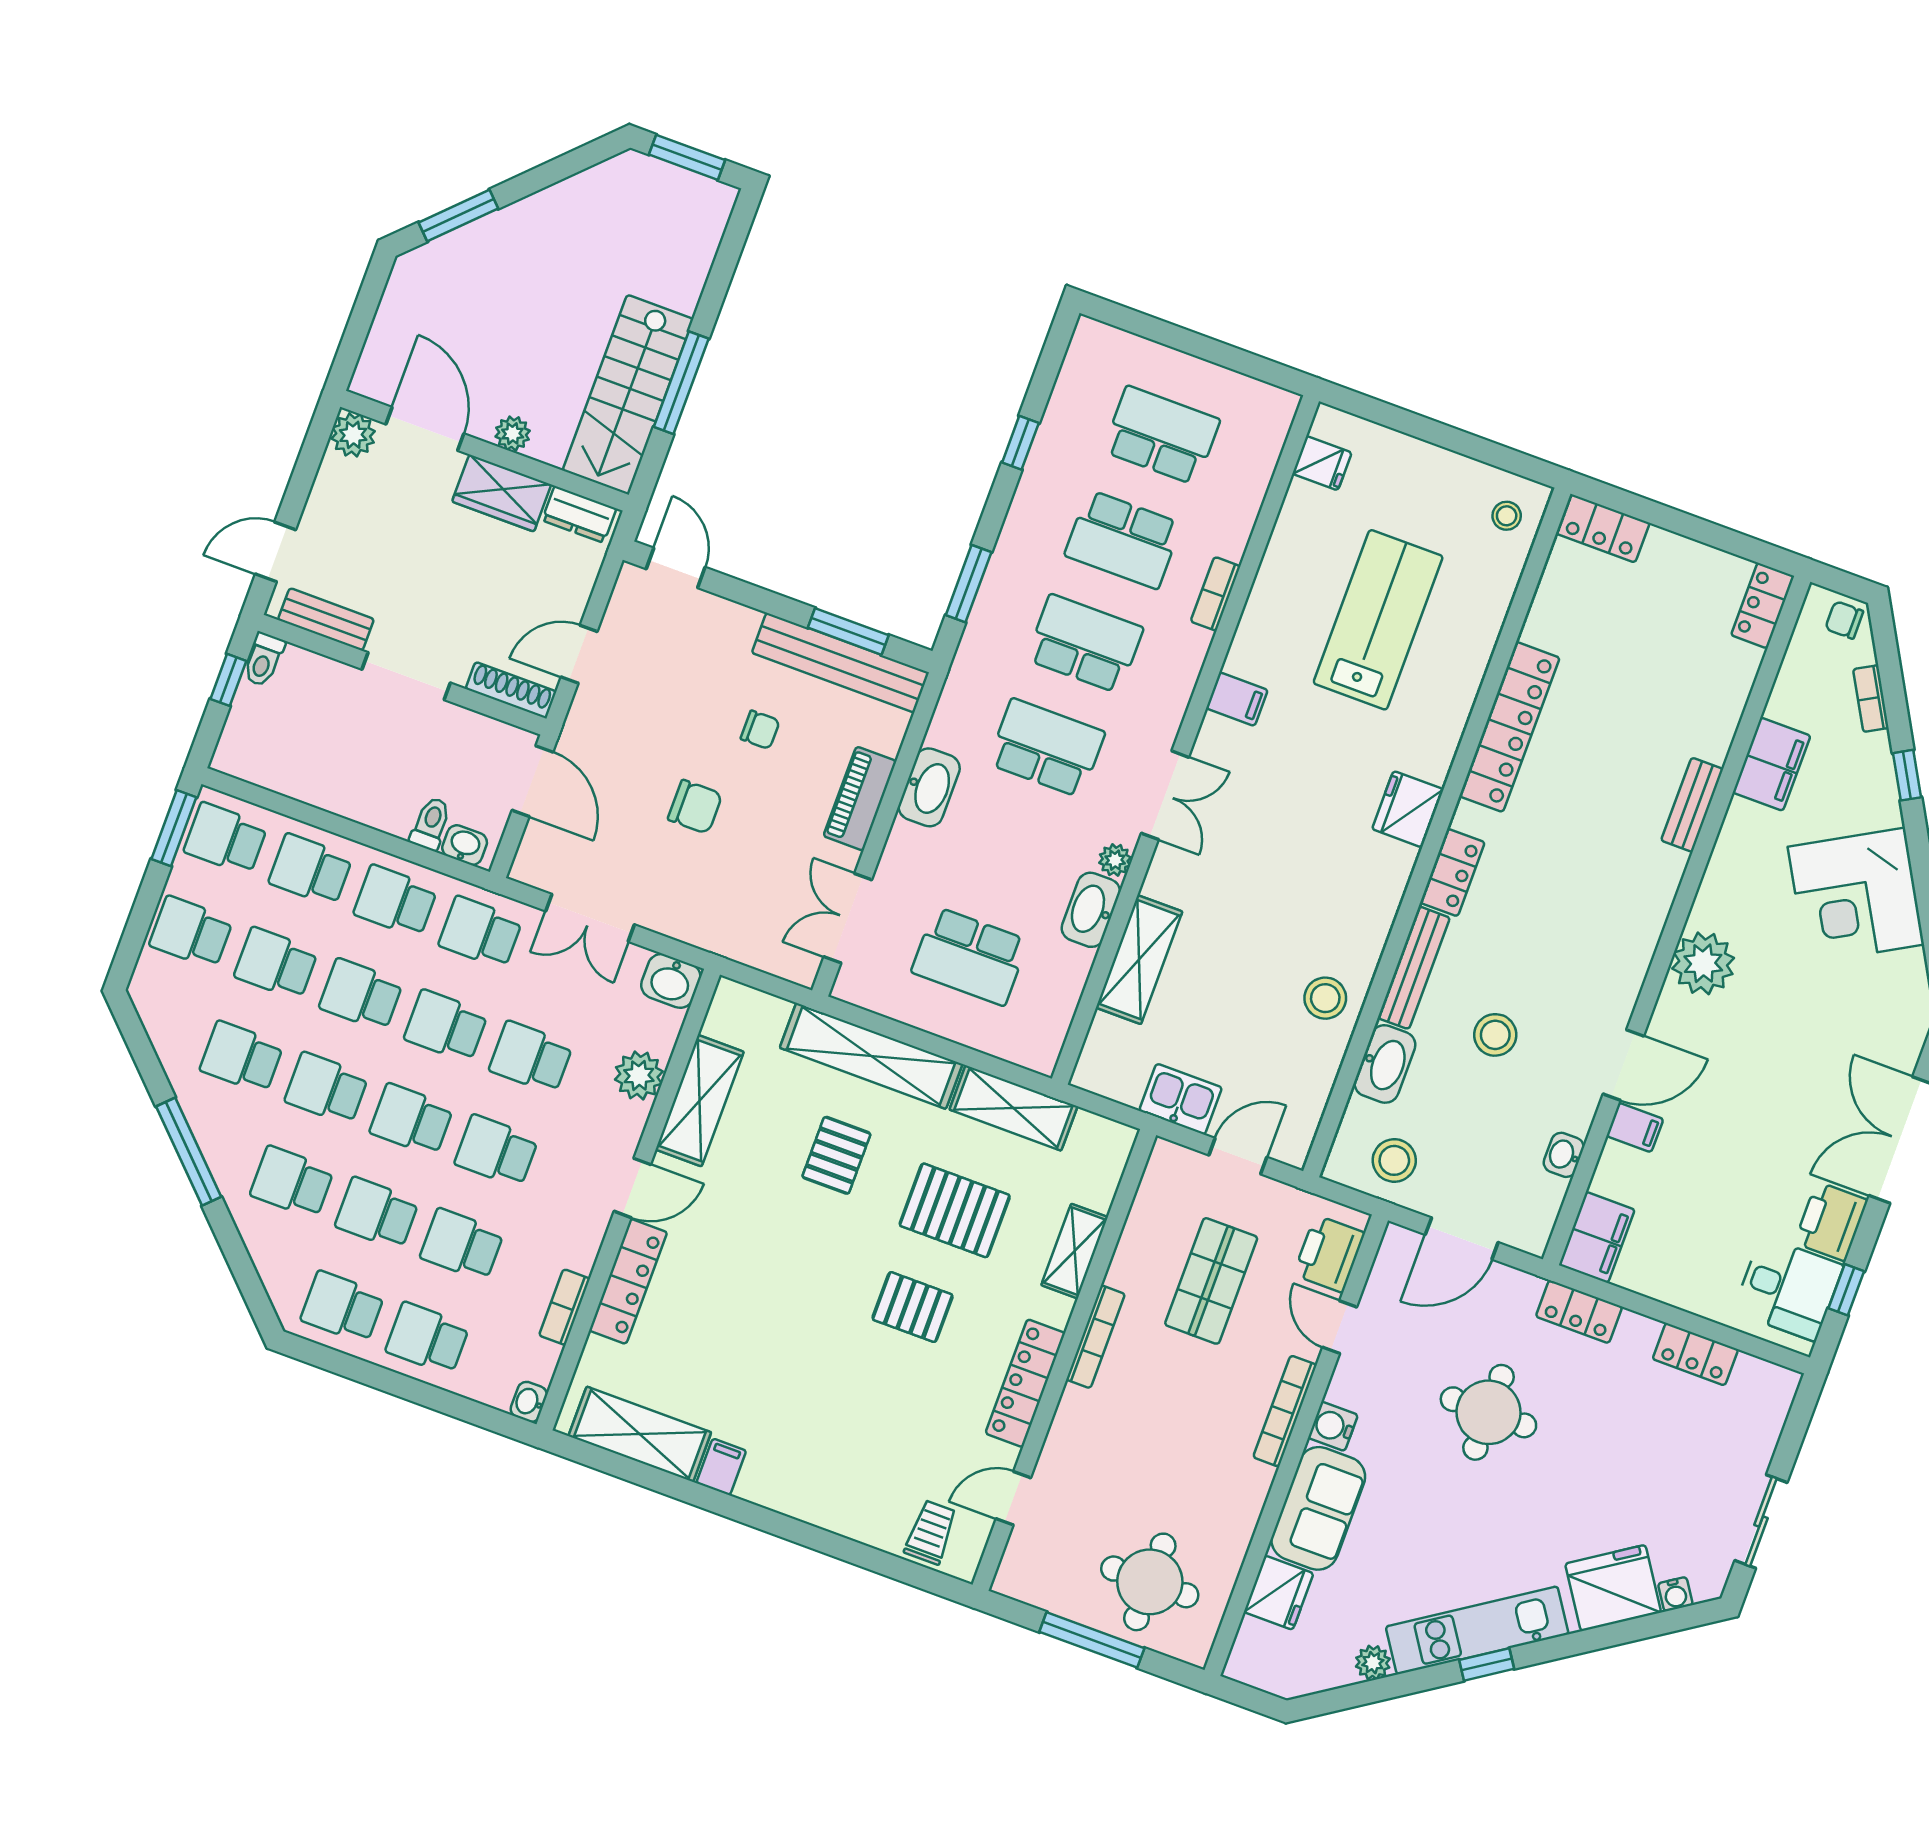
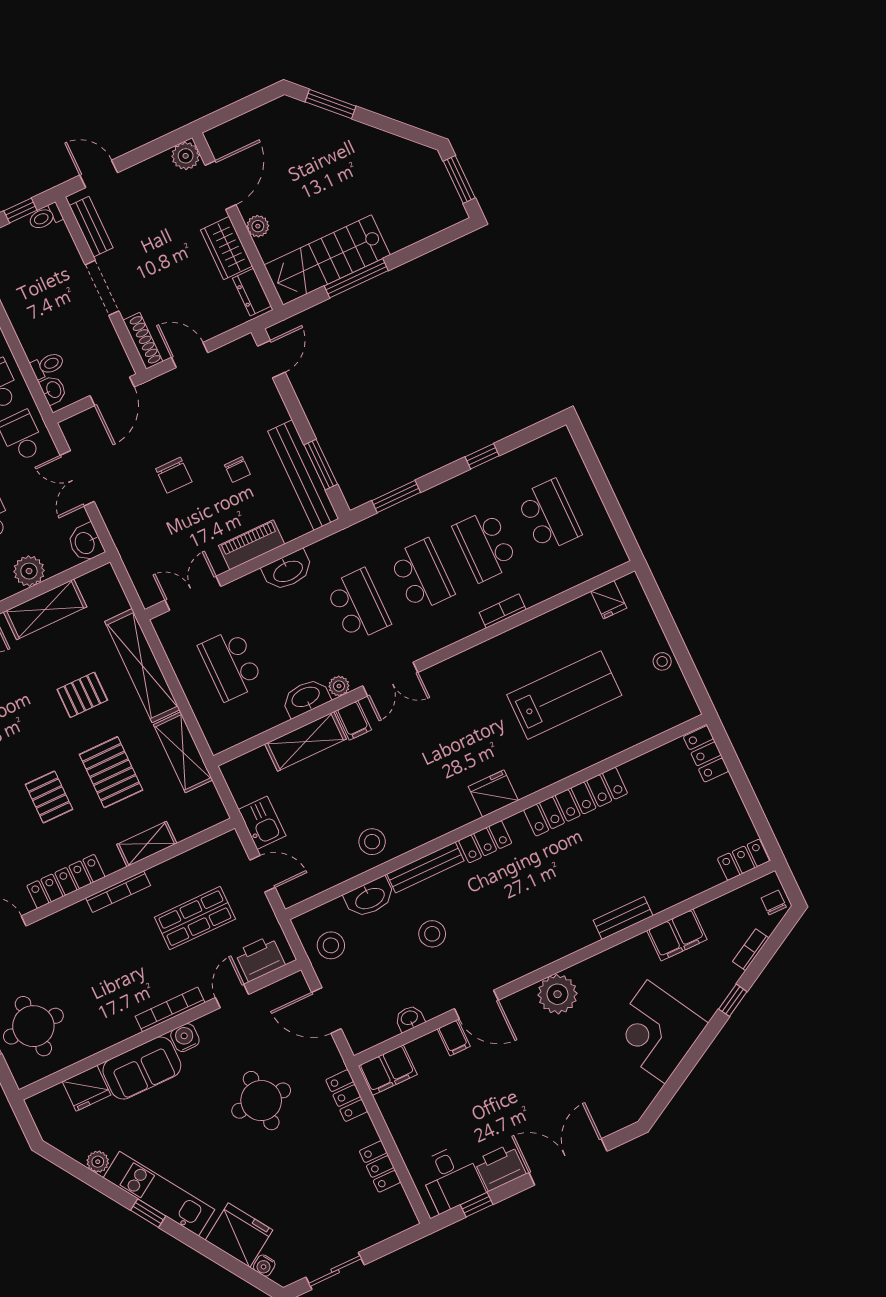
stool: (1507, 516) -> (662, 661), moved
filing cabinet: (1237, 699) -> (354, 720), moved

